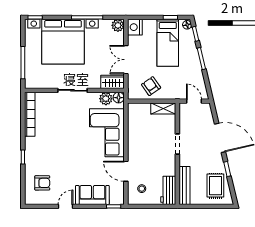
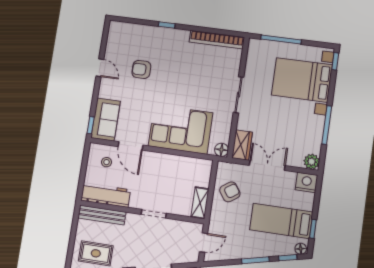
bed with nightstands: (63, 42) -> (302, 80), width x0.73
plant: (106, 99) -> (222, 134), removed
door: (126, 171) -> (130, 146), swing flipped
armchair: (42, 183) -> (141, 69), moved, turned 90
workbench: (168, 190) -> (106, 195), width x1.38
sofa: (92, 195) -> (106, 119), moved

